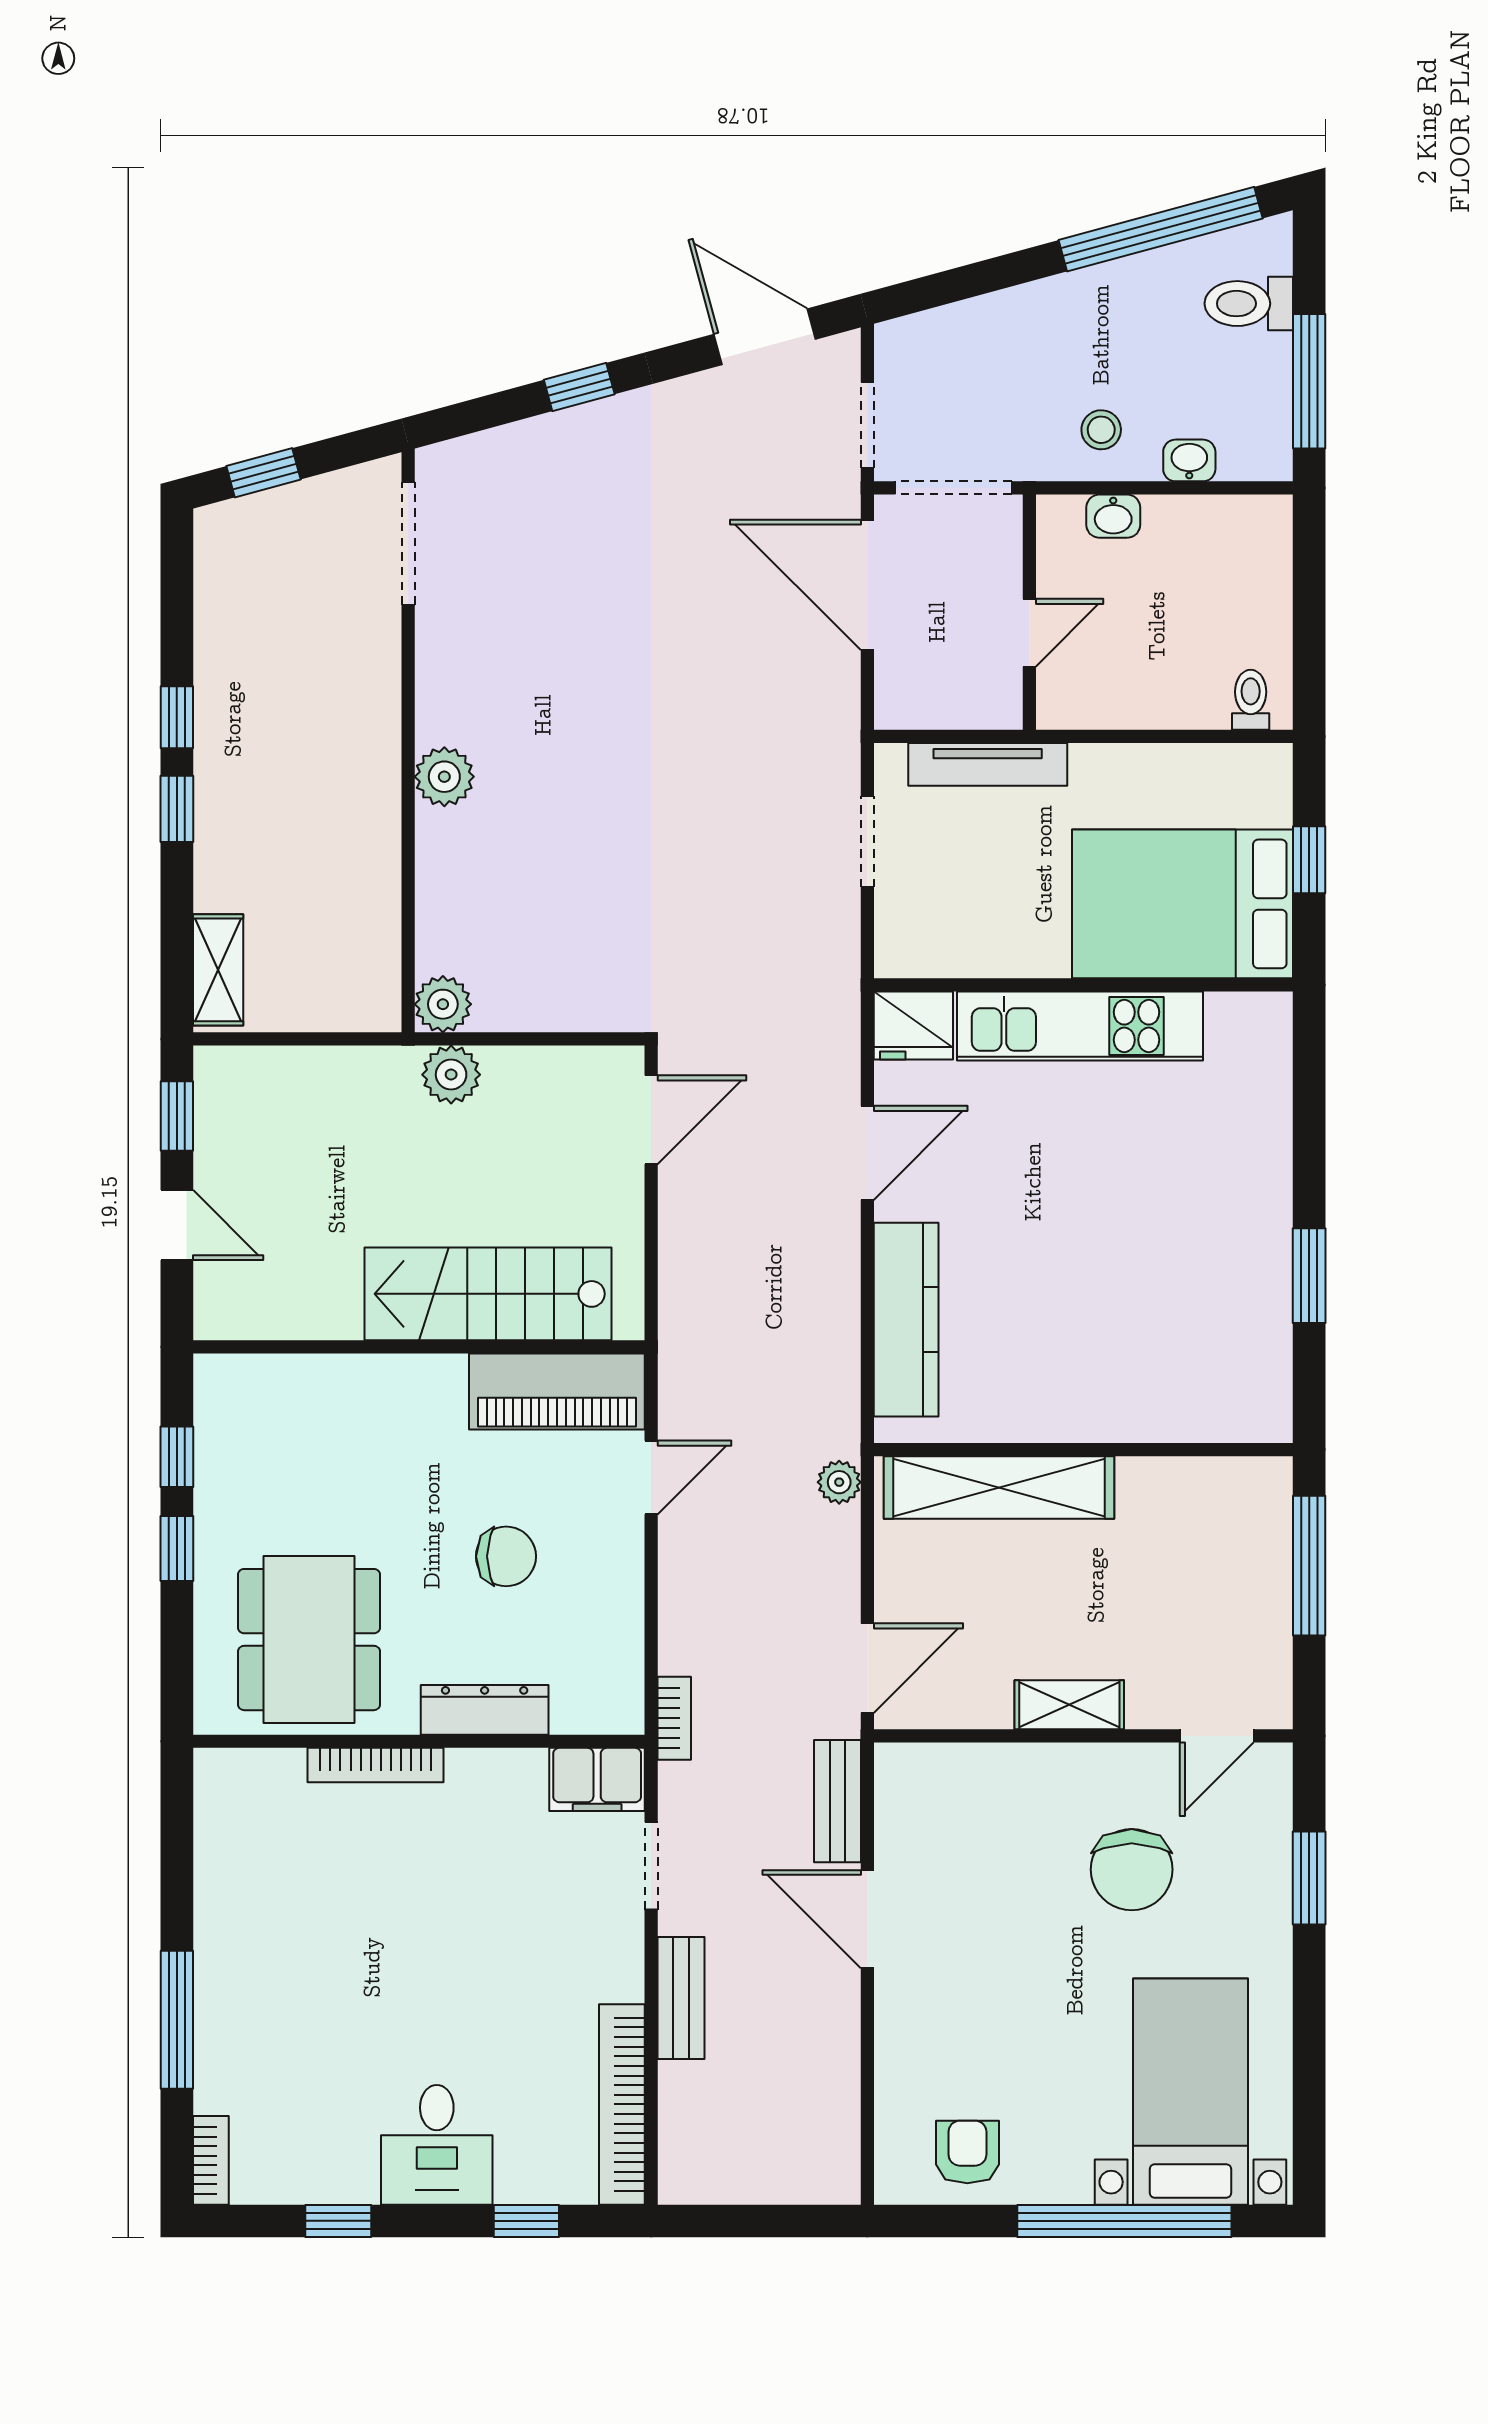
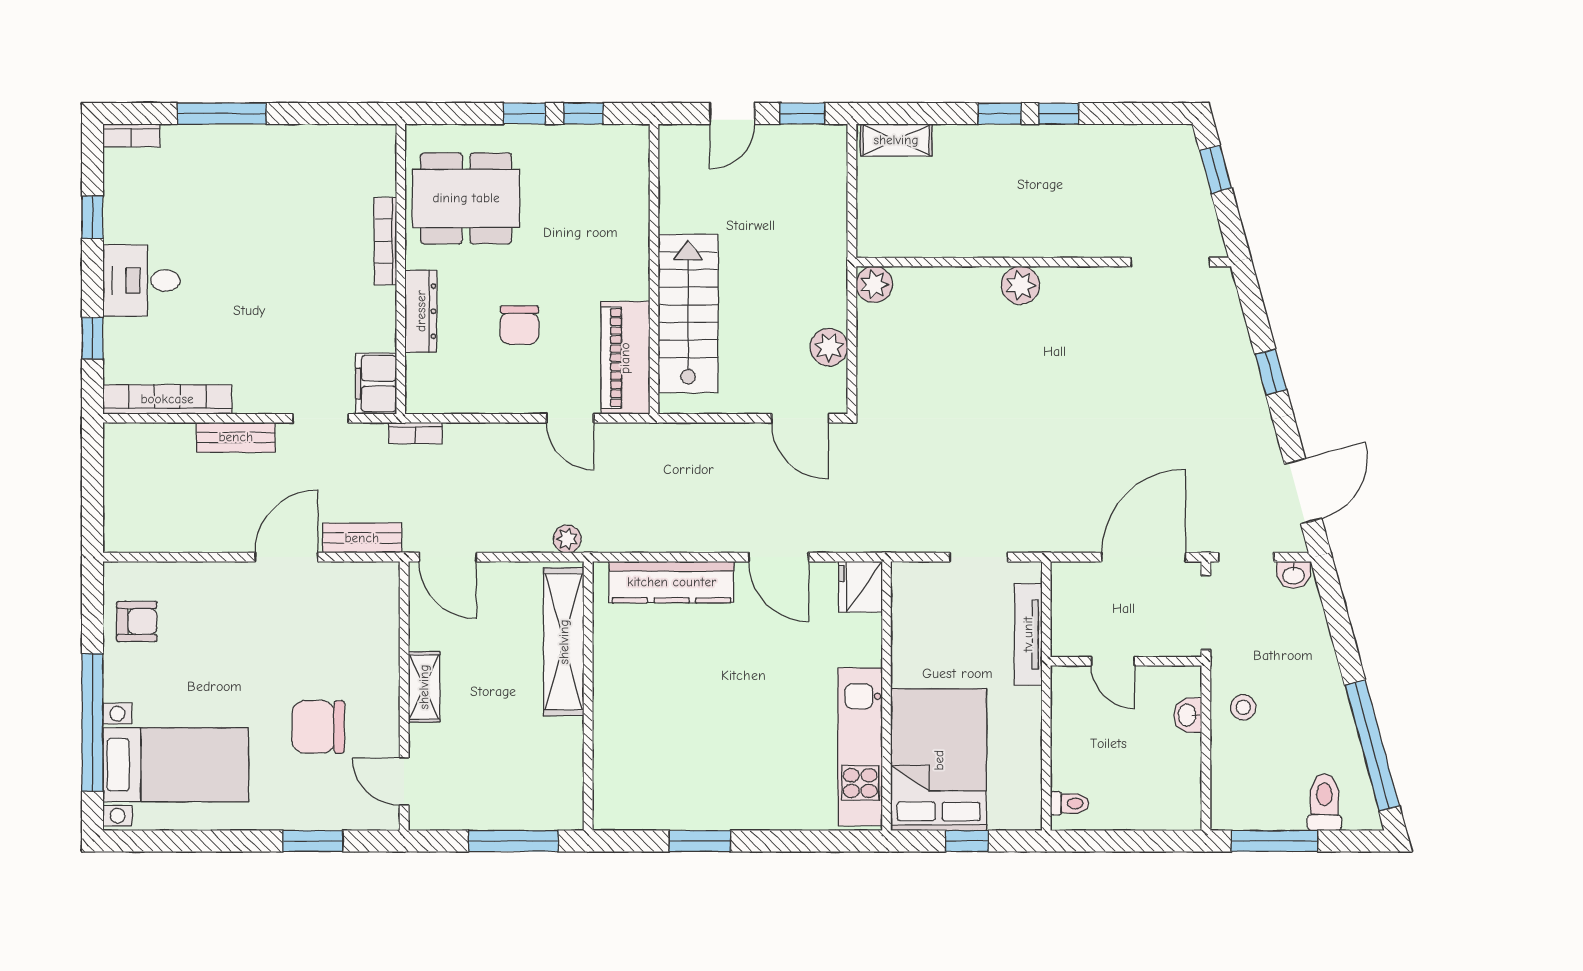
washbasin: (1189, 460) -> (1294, 575), moved, turned 90
kitchen unit: (1080, 1026) -> (860, 747), moved
plant: (451, 1075) -> (829, 347), moved

